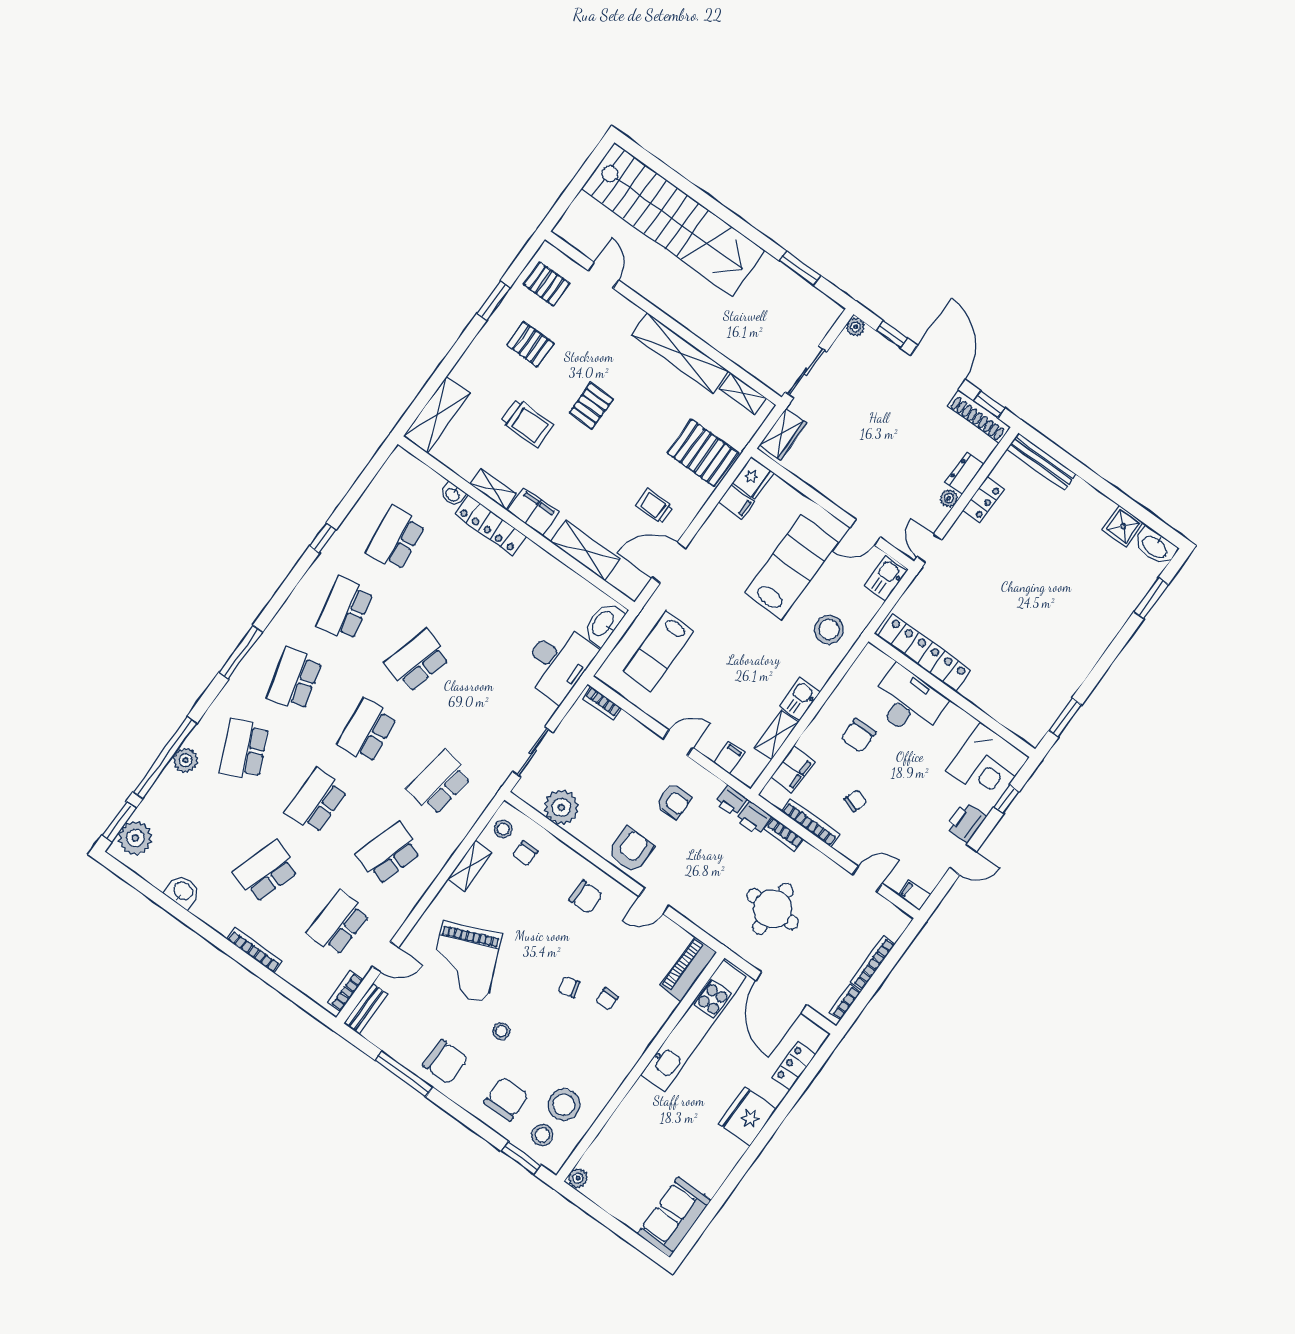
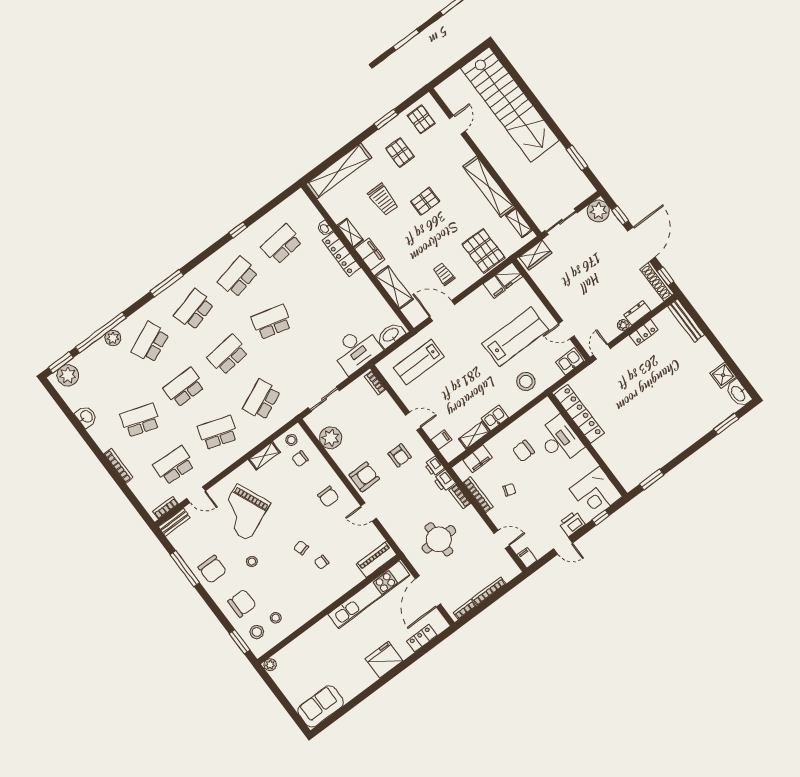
plant: (855, 327) -> (598, 211), width x1.88, depth x1.88
shelving: (437, 415) -> (339, 171), width x1.47
school desk: (439, 783) -> (262, 400), turned -33
stool: (564, 1105) -> (276, 618), width x0.53, depth x0.53

